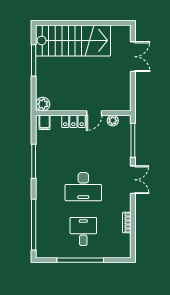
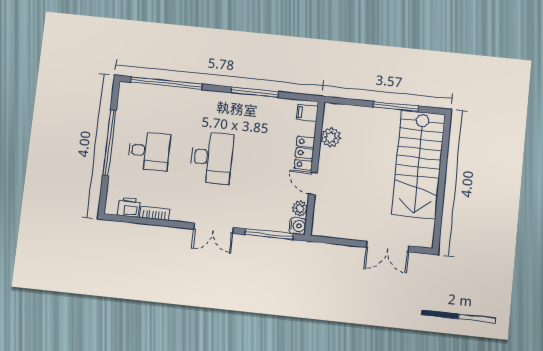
plant: (43, 104) -> (331, 137), moved
water cooler: (125, 121) -> (298, 226), added
desk: (83, 187) -> (212, 157), turned 180
printer: (124, 241) -> (129, 207), added

